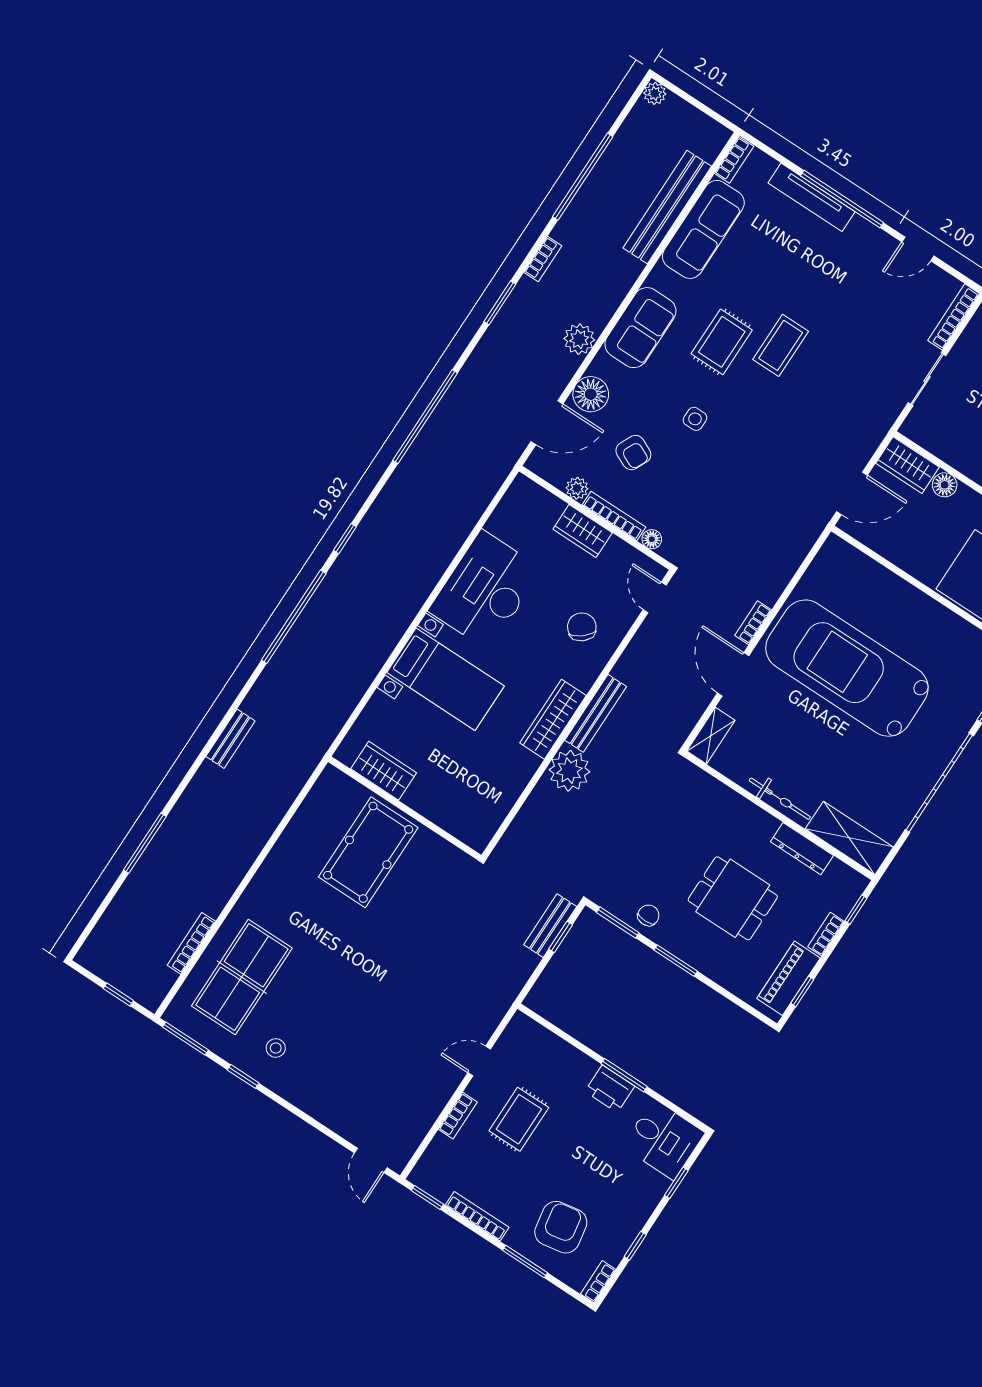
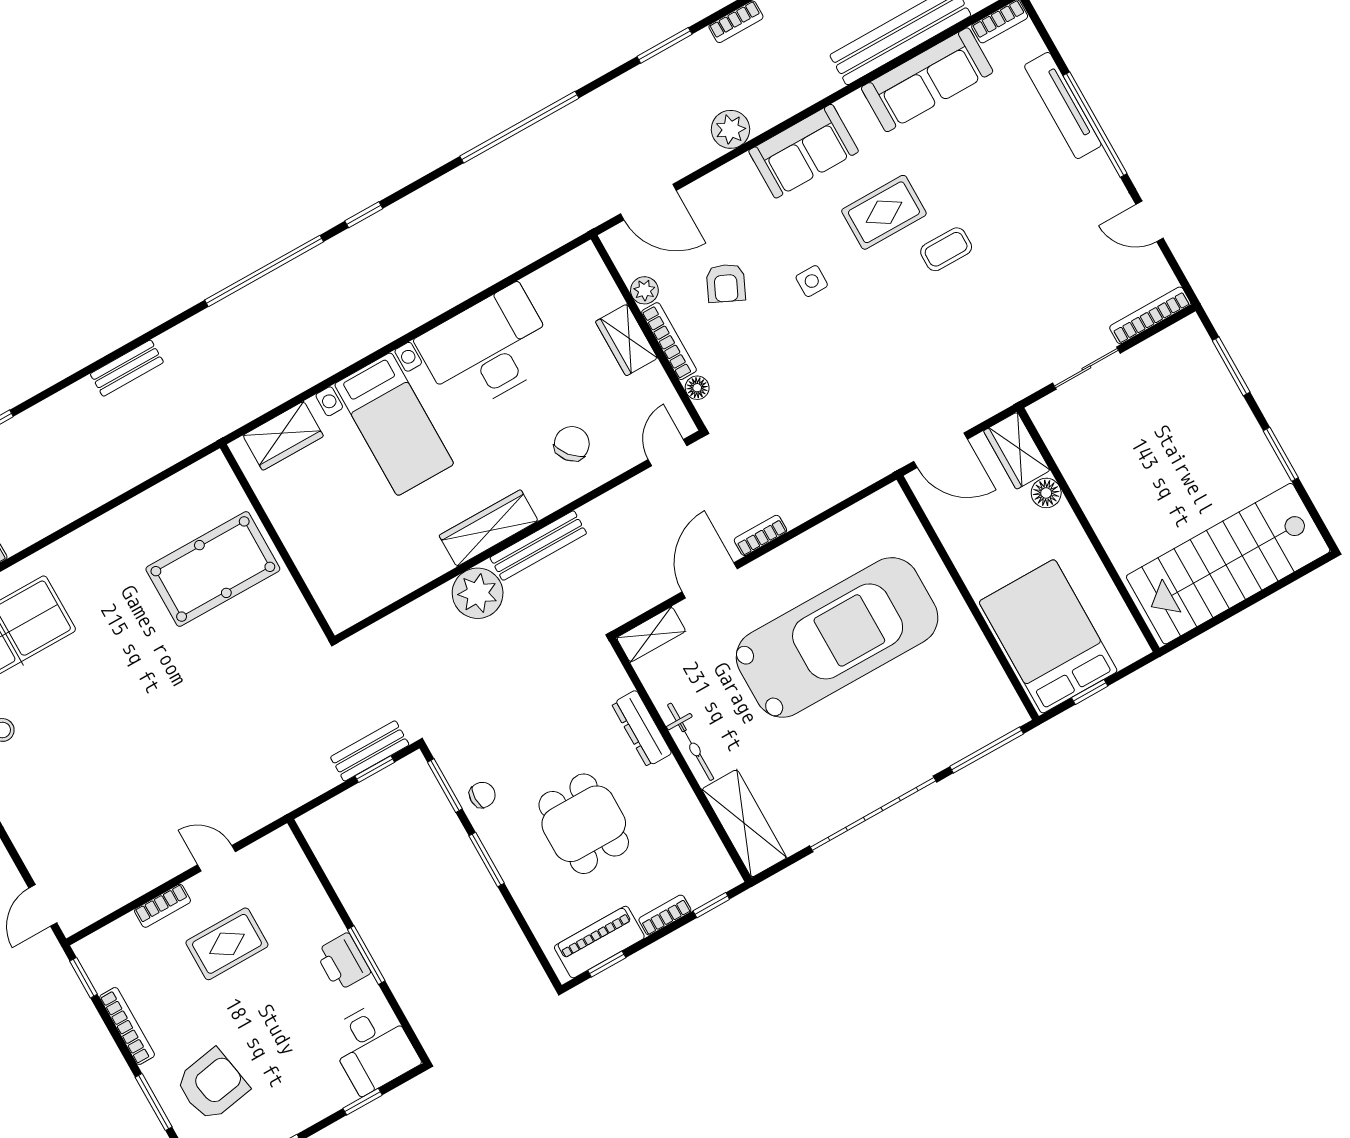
coffee table: (781, 345) -> (946, 249), width x0.73, depth x0.77
floor lamp: (591, 394) -> (712, 196), removed
car: (847, 668) -> (837, 637), turned 90
wardrobe: (384, 771) -> (283, 436), moved, turned 90
dresser: (802, 849) -> (642, 729), moved

